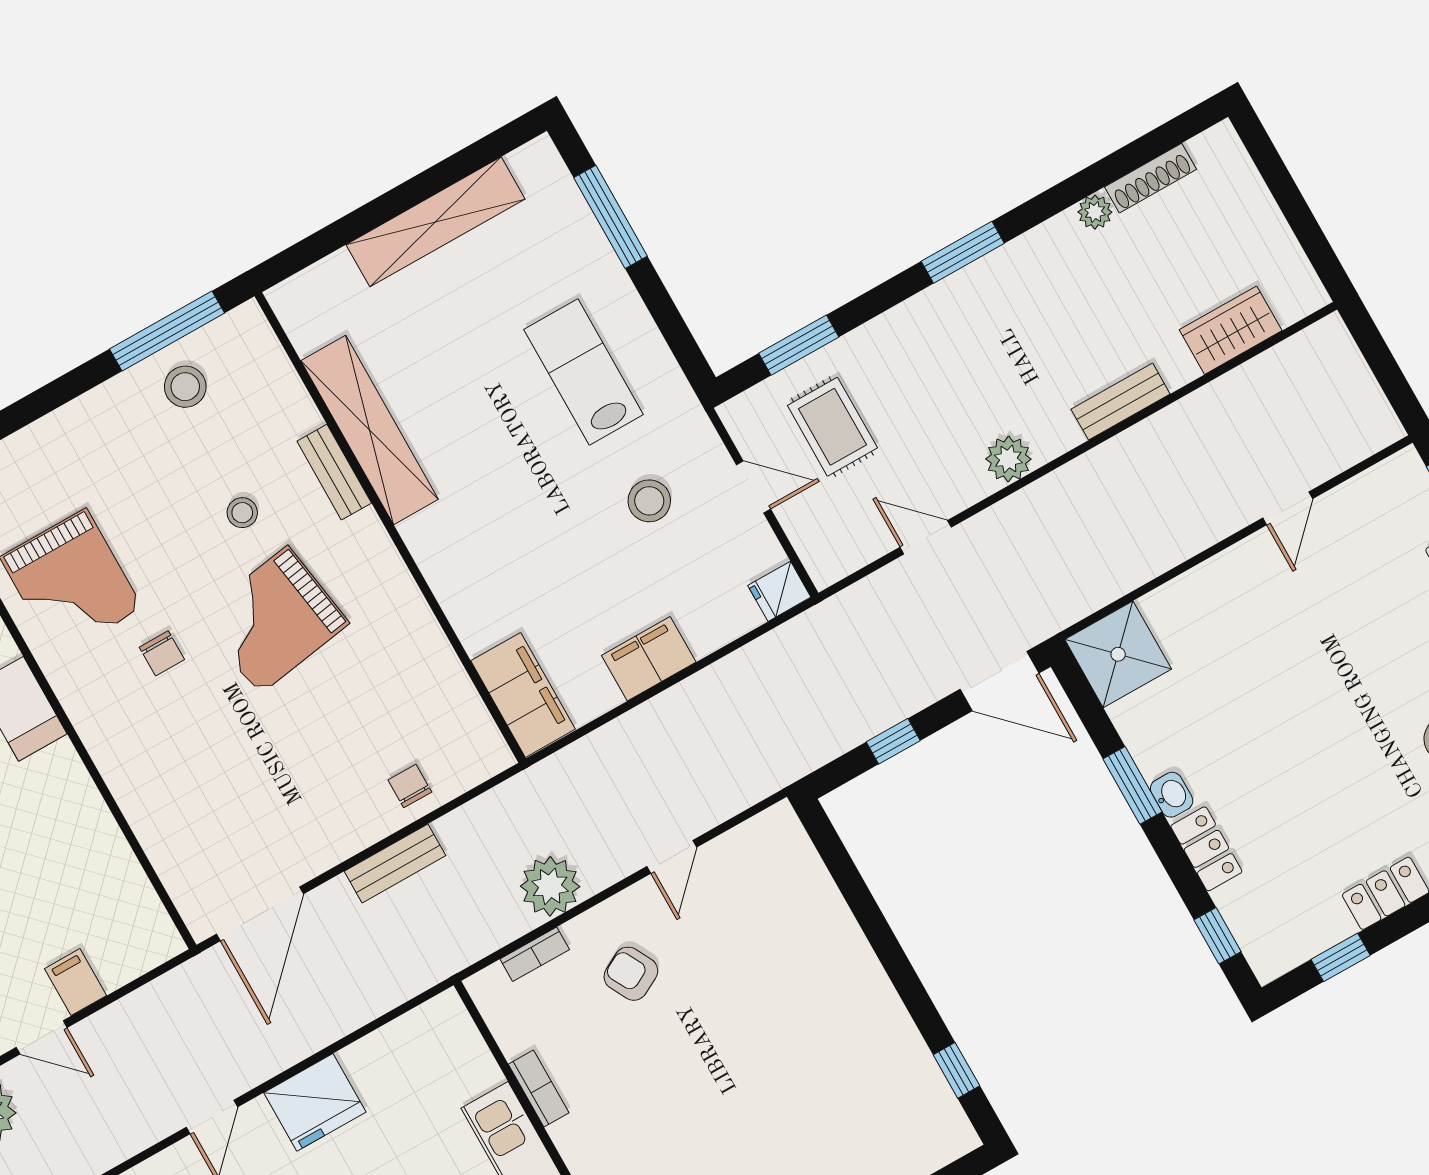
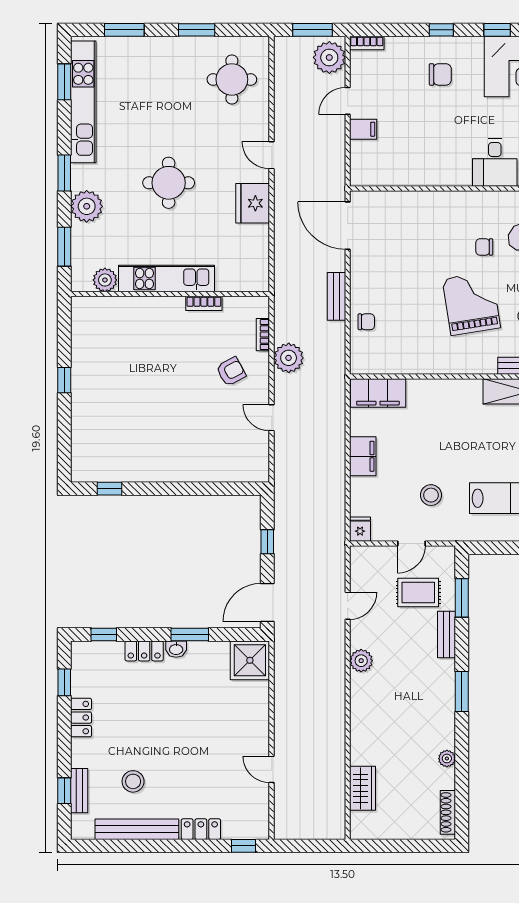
shoe rack: (1150, 178) -> (448, 812), moved
bench: (1121, 402) -> (447, 635), moved

